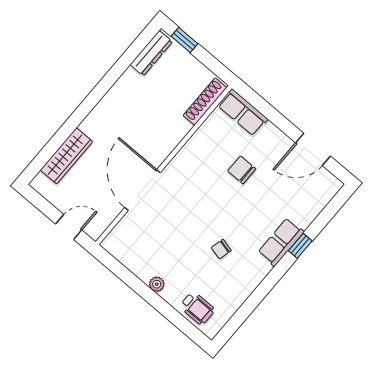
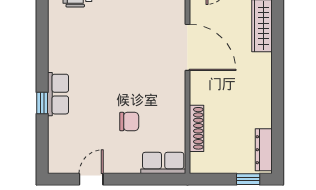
shoe rack: (205, 102) -> (196, 128), moved
door: (313, 149) -> (91, 179), width x0.73
chair: (221, 249) -> (96, 53), removed

